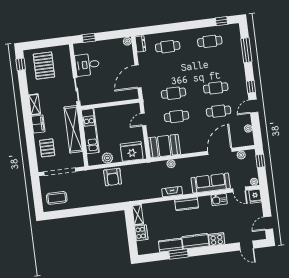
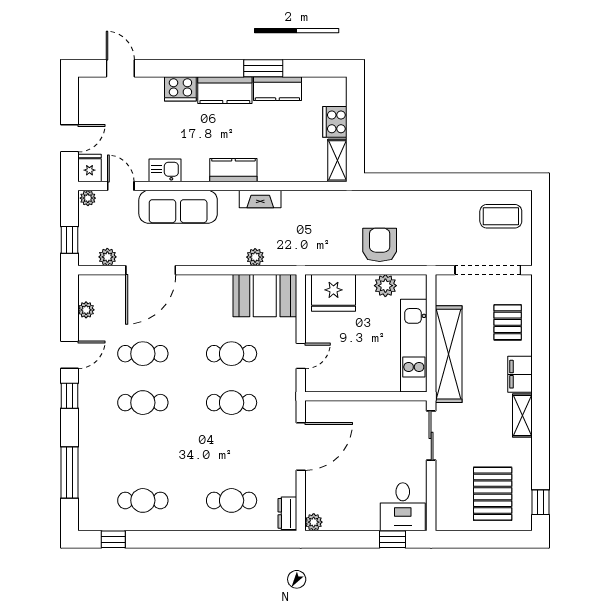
desk: (87, 65) -> (403, 507), moved, turned 90
door: (268, 223) -> (69, 138), moved

